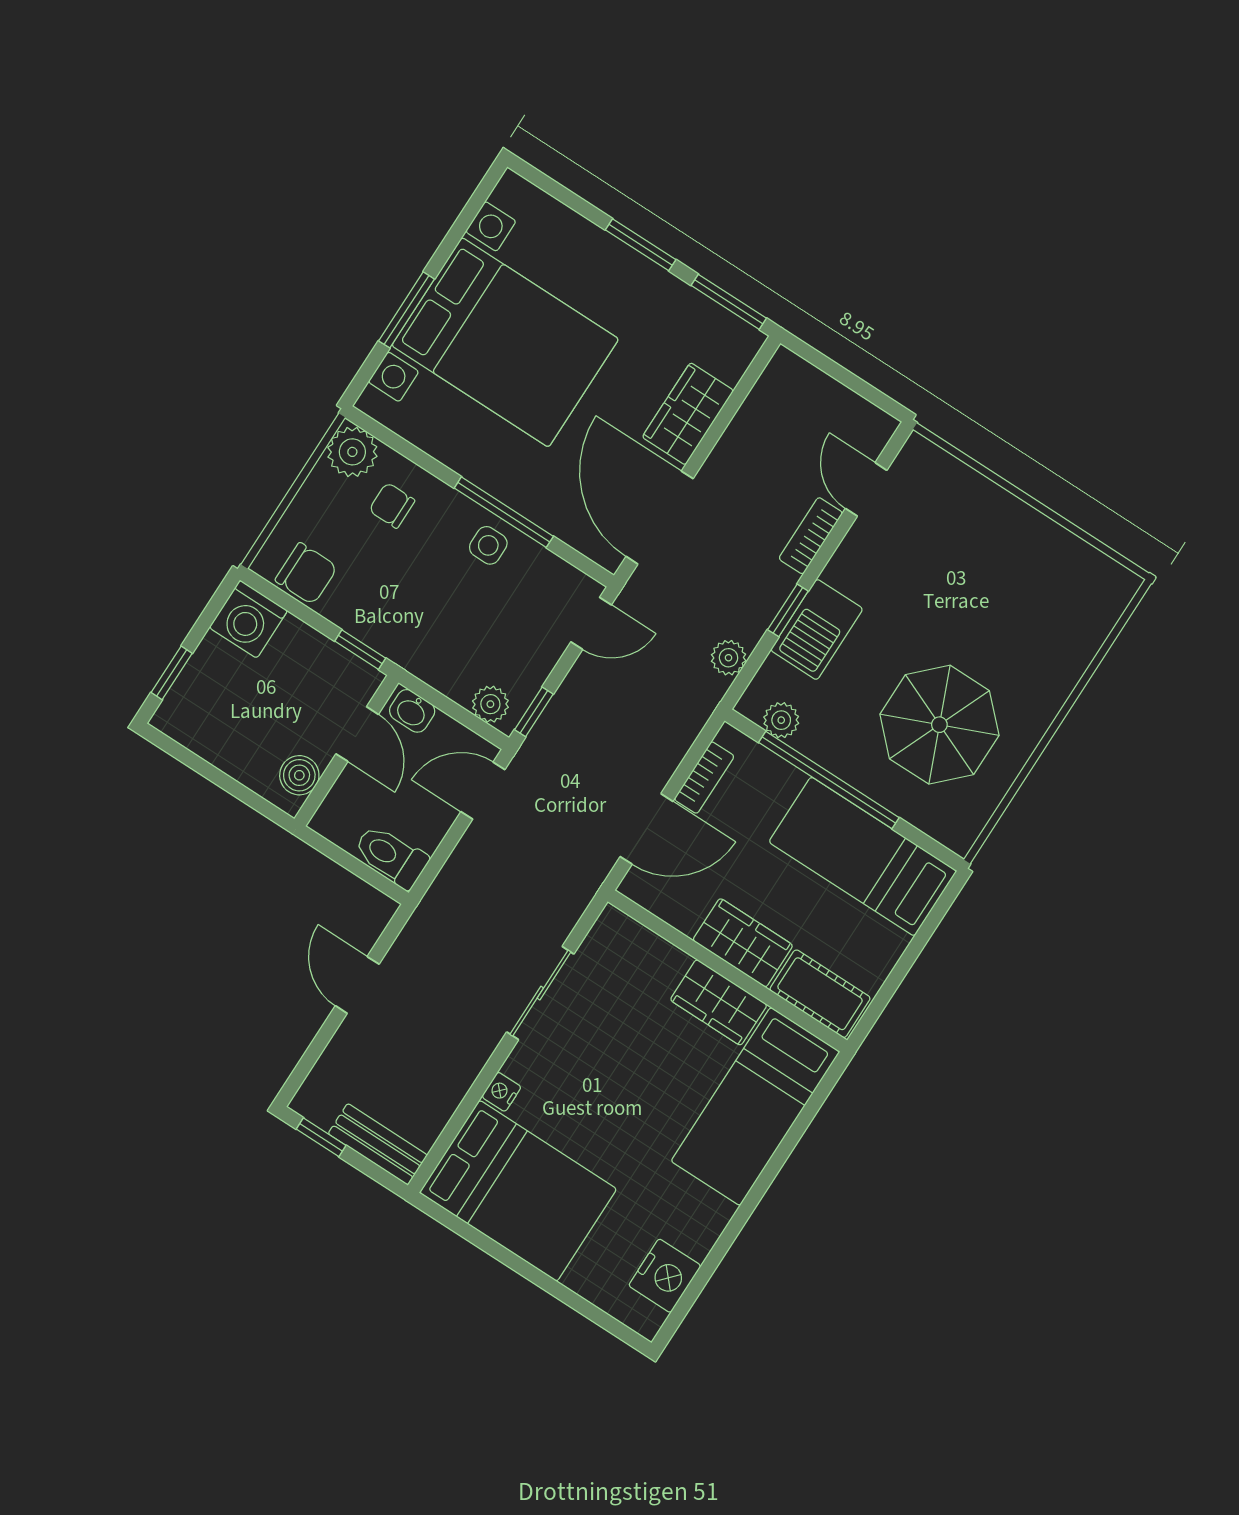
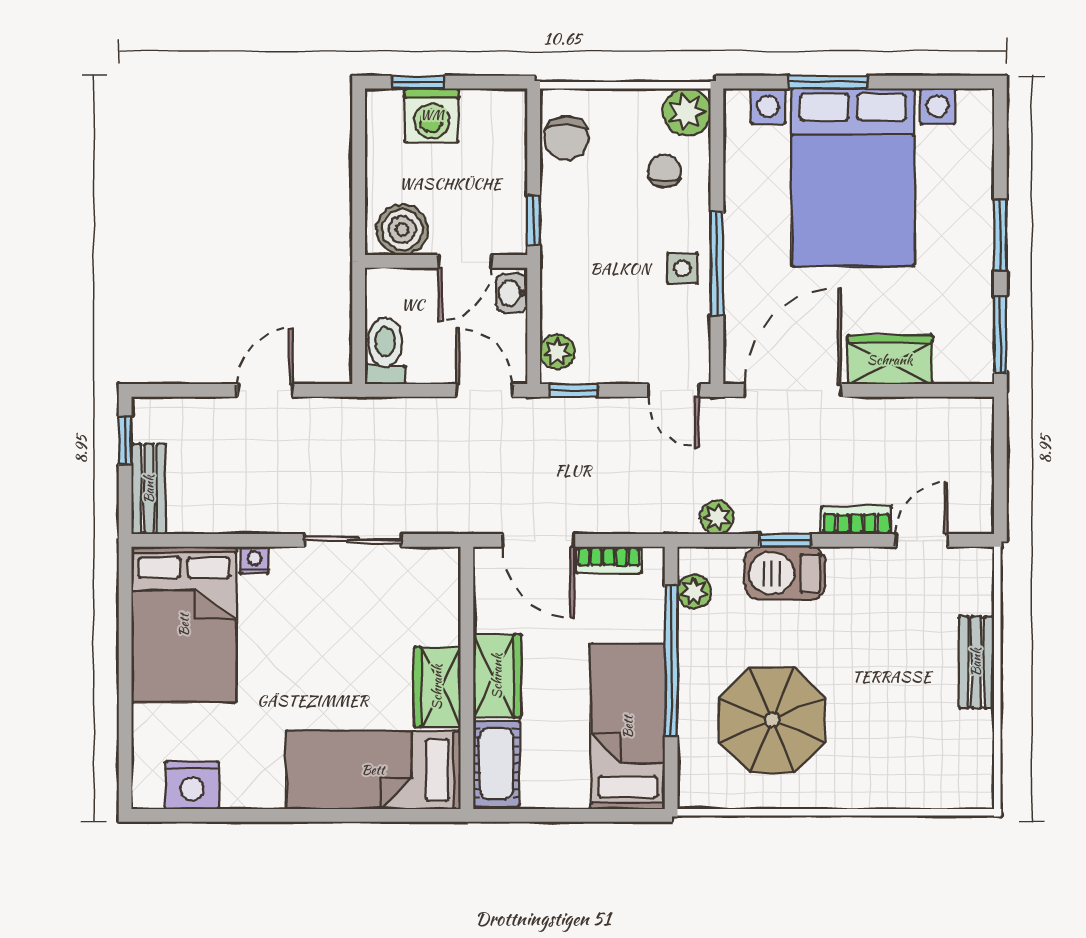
bench: (1005, 511) -> (976, 662), added
washing machine: (248, 619) -> (432, 115), moved, turned -90
boiler: (299, 775) -> (402, 230), width x1.36, depth x1.36

